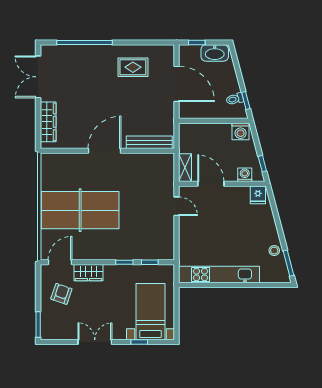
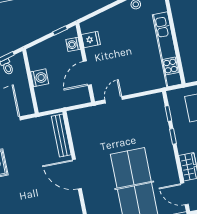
washing machine: (241, 131) -> (40, 78), moved
shelving: (185, 168) -> (77, 99), removed
fridge: (258, 195) -> (91, 39), moved

